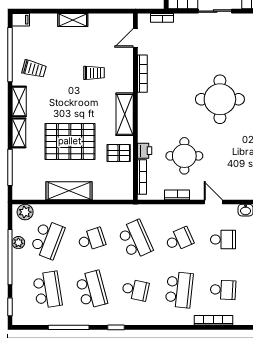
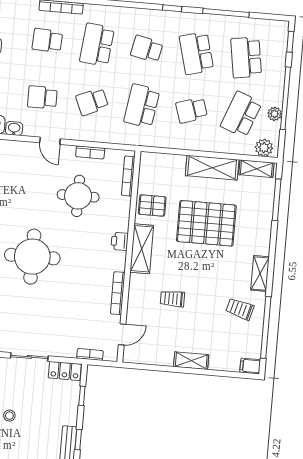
shelving: (19, 133) -> (256, 169), moved, turned 90
printer: (145, 151) -> (120, 241), moved
school desk: (135, 240) -> (142, 106), turned 33

